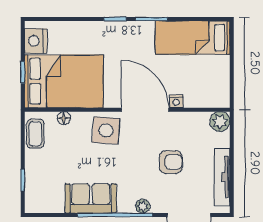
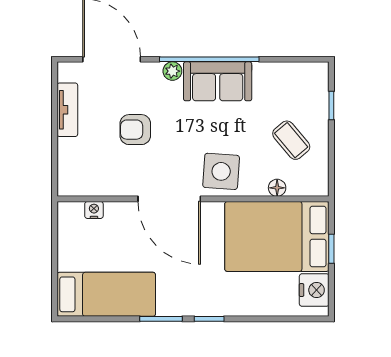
nightstand: (176, 101) -> (94, 210), moved
plant: (220, 121) -> (70, 183), removed
coffee table: (35, 134) -> (291, 140), moved, turned -40
tv unit: (222, 177) -> (67, 110), width x0.71
sofa: (91, 198) -> (218, 81), moved

